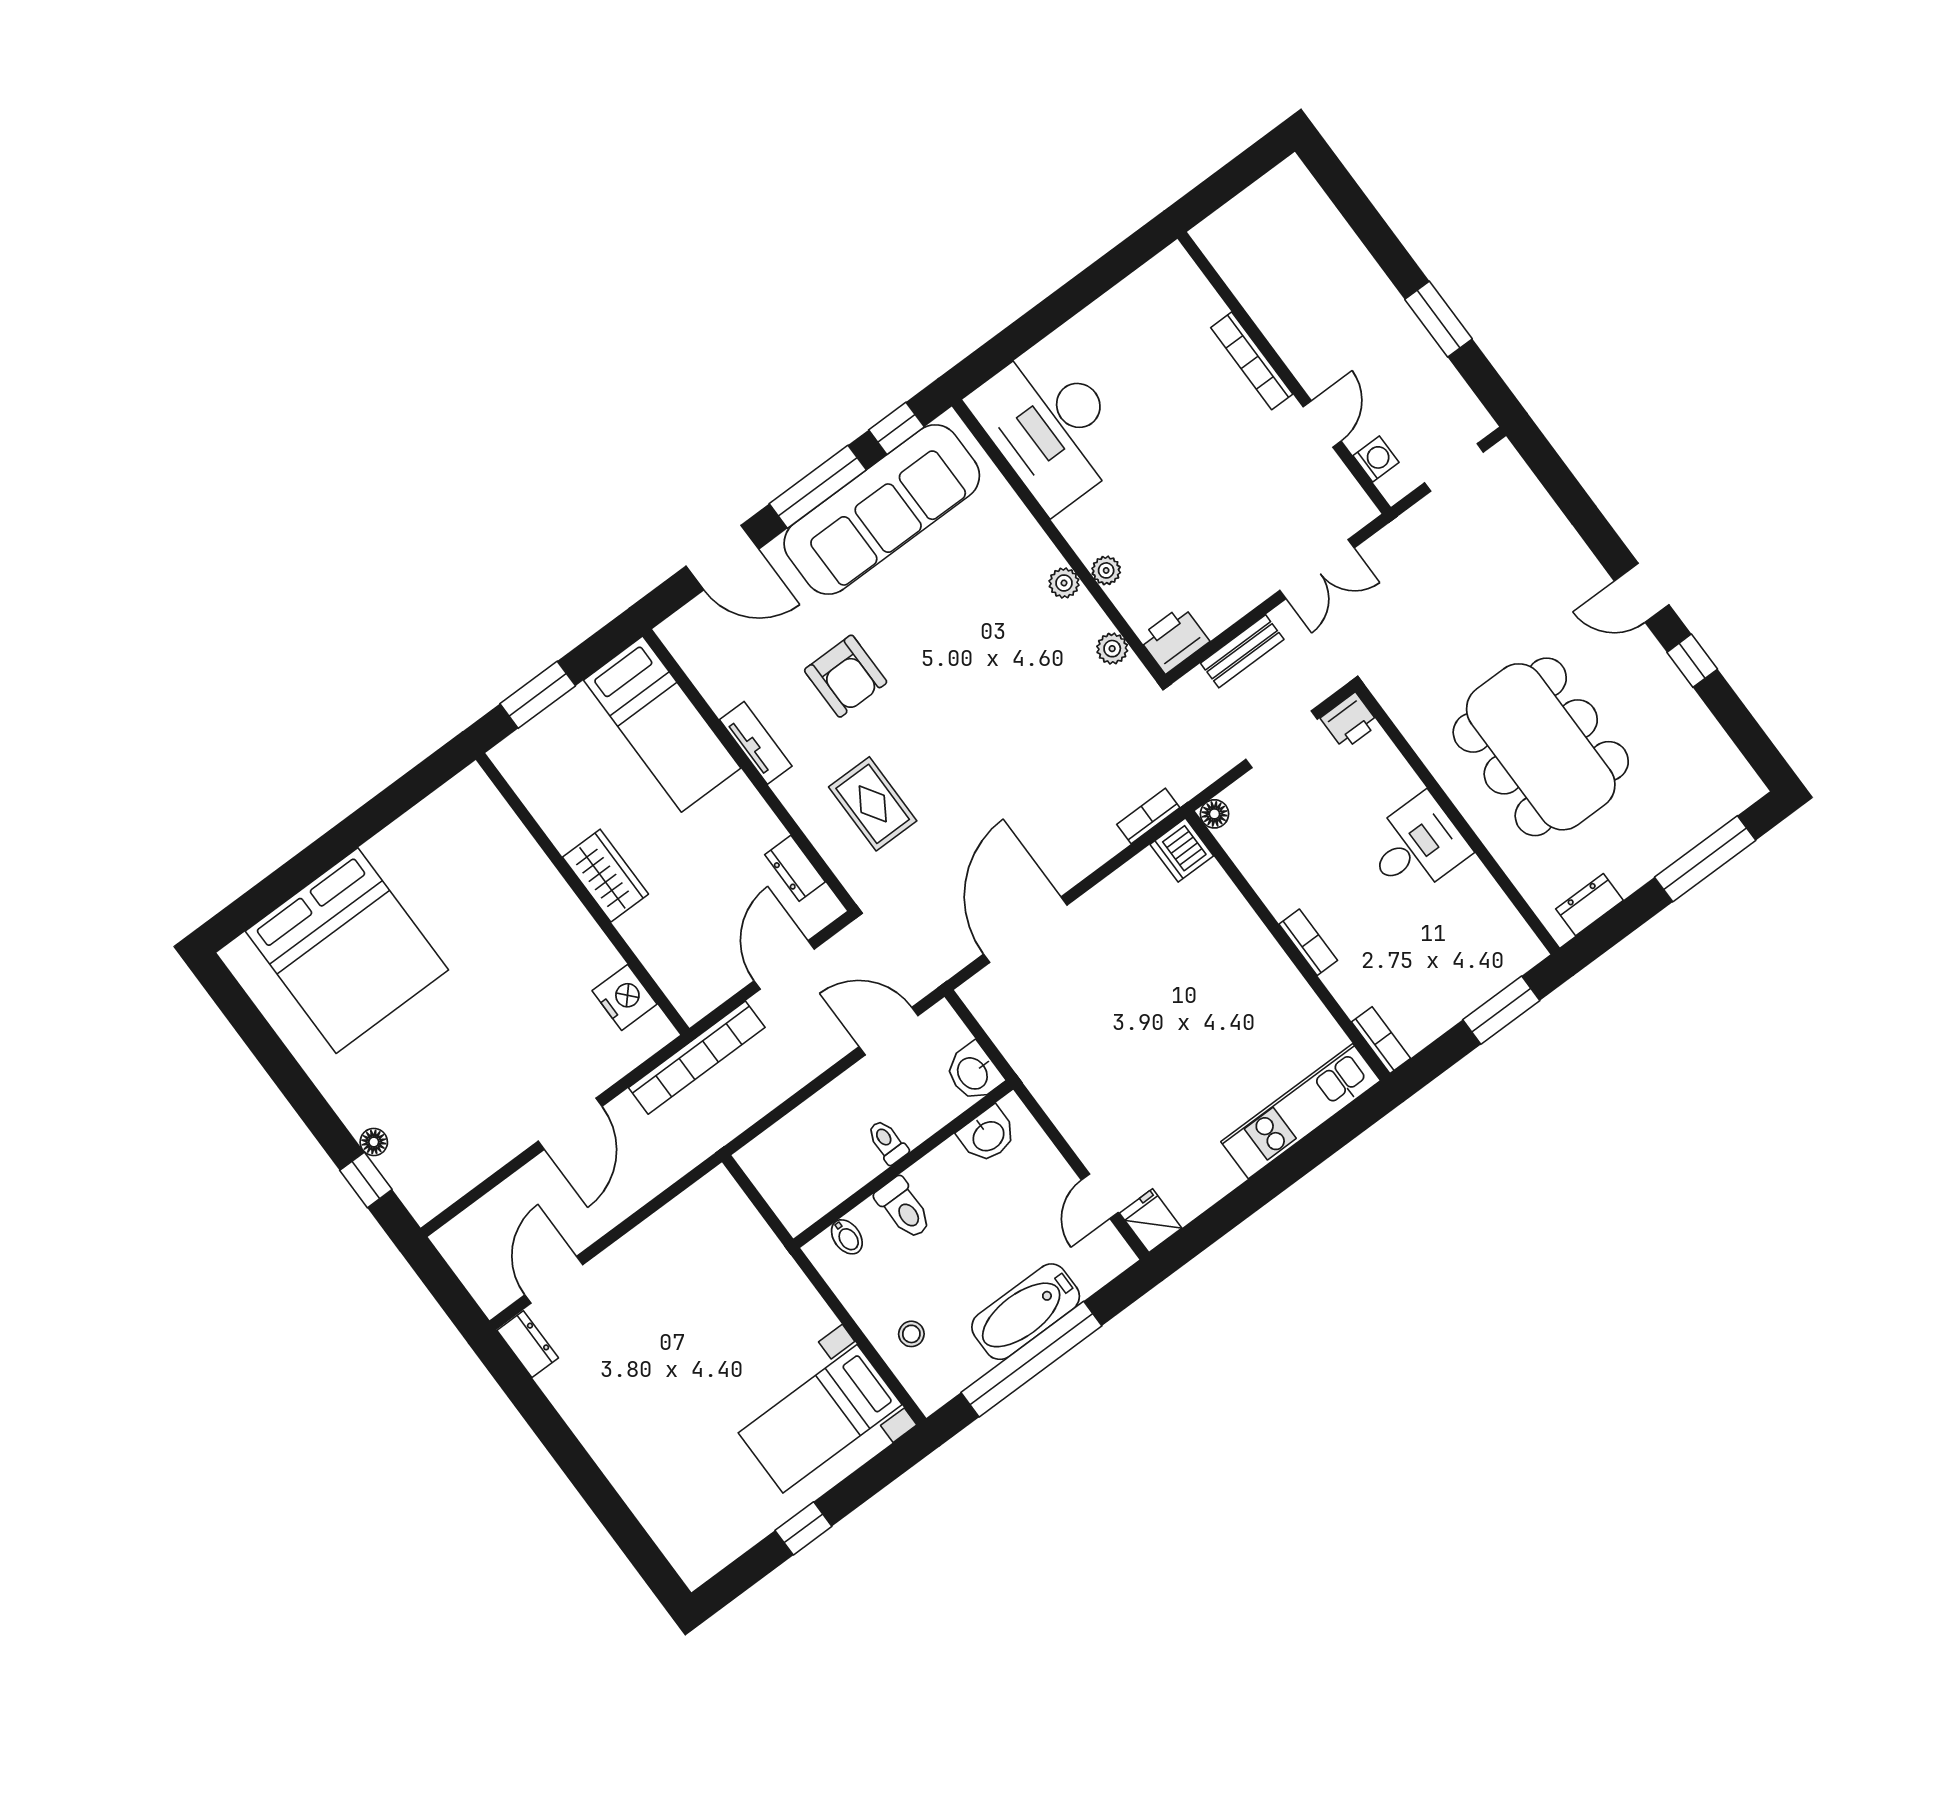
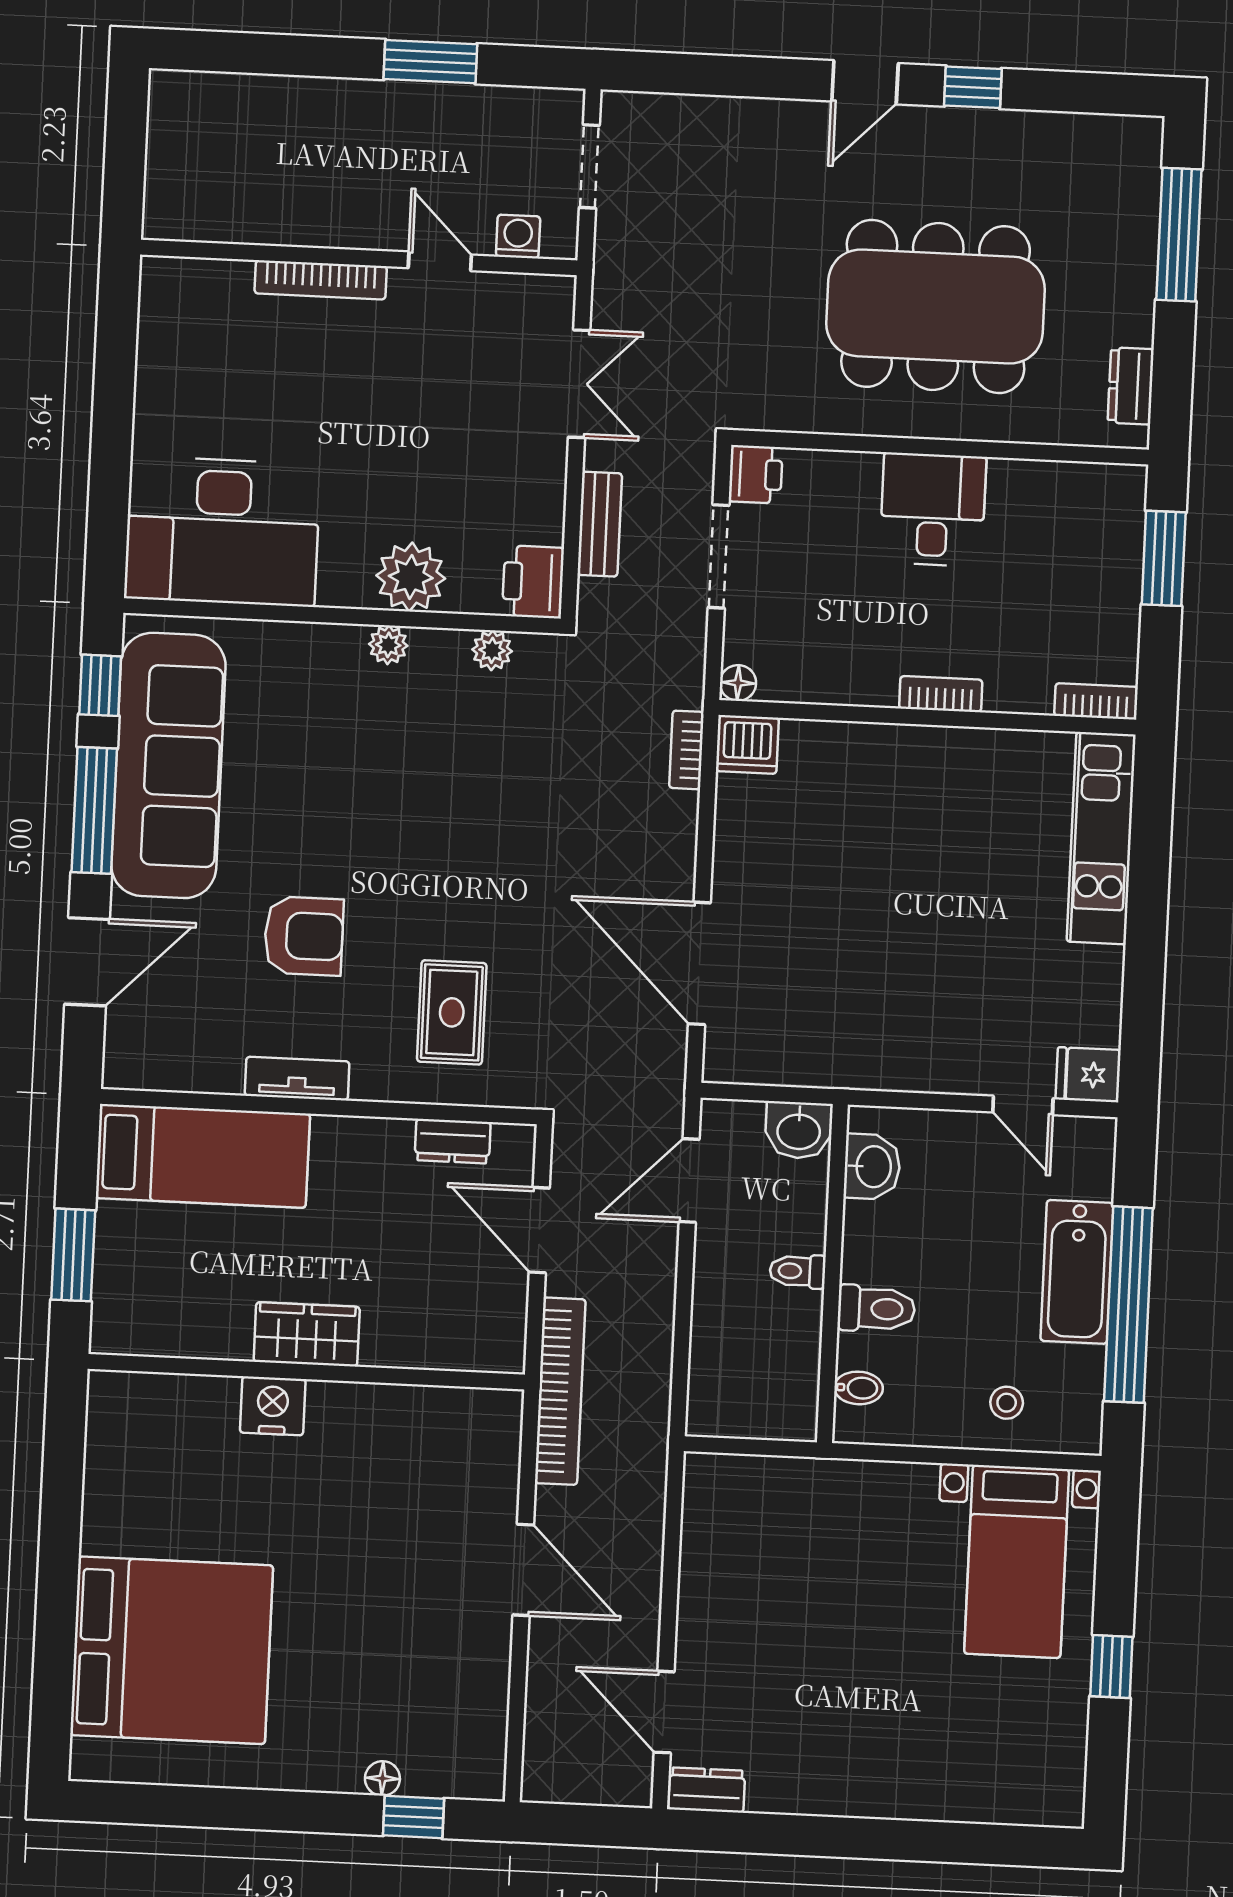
plant: (1106, 570) -> (411, 577), width x1.87, depth x1.87
rug: (873, 804) -> (452, 1012), turned 90
nightstand: (625, 997) -> (273, 1406), moved

